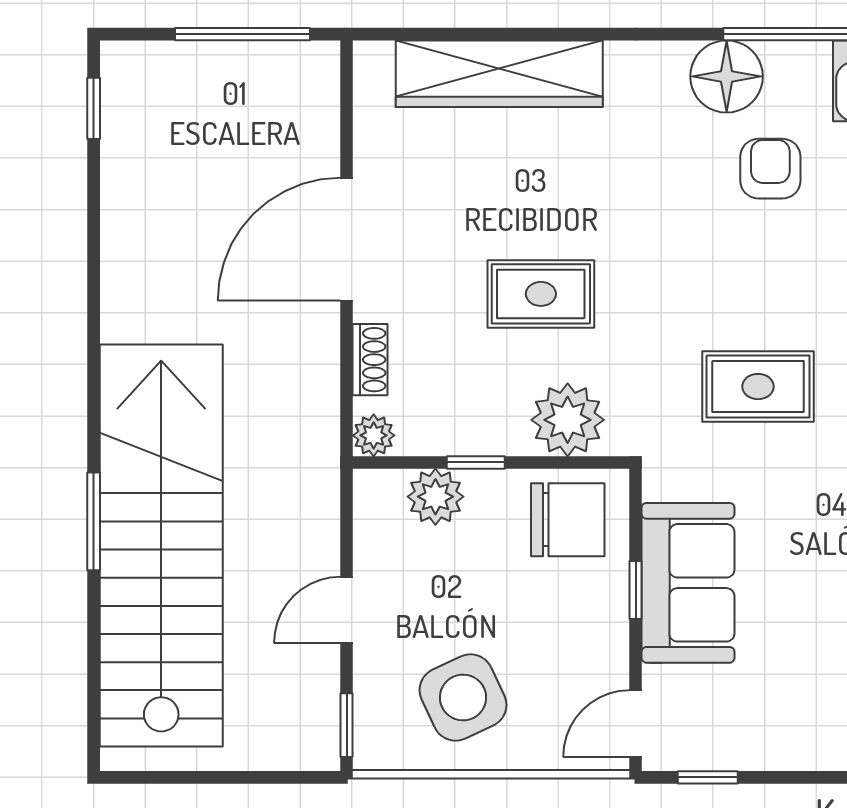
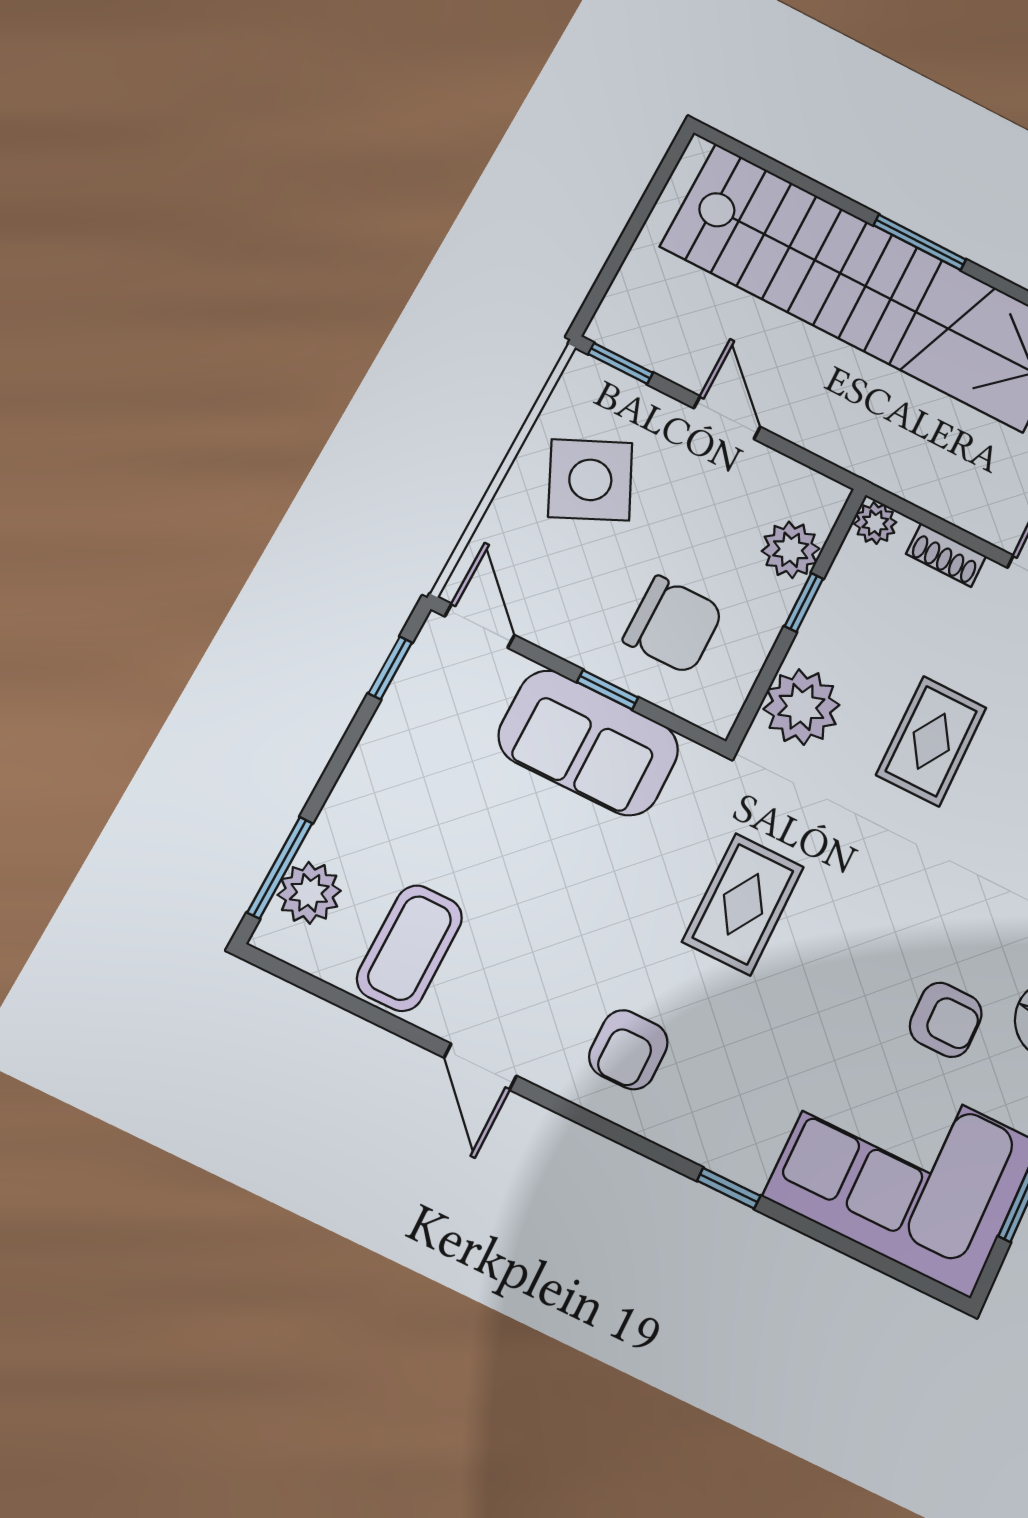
chair: (568, 520) -> (673, 625), moved, turned -90

